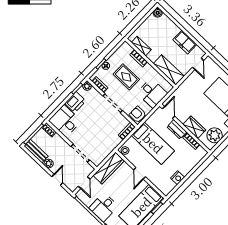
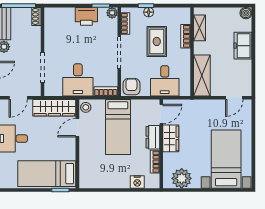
freezer: (185, 42) -> (243, 46), moved
desk: (65, 121) -> (78, 80), moved, turned 180
wardrobe: (194, 127) -> (171, 138), moved
door: (140, 173) -> (77, 128), moved
nightstand: (178, 178) -> (137, 182), moved

